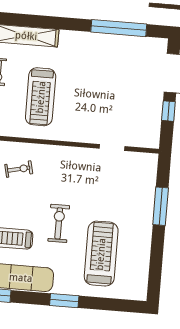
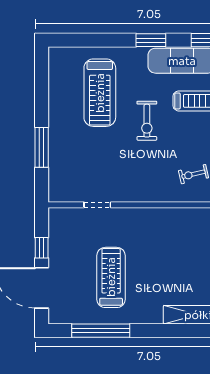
treadmill: (41, 97) -> (111, 277), moved
window: (64, 301) -> (151, 40), moved

